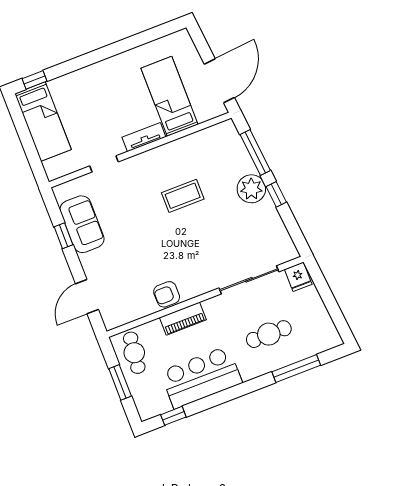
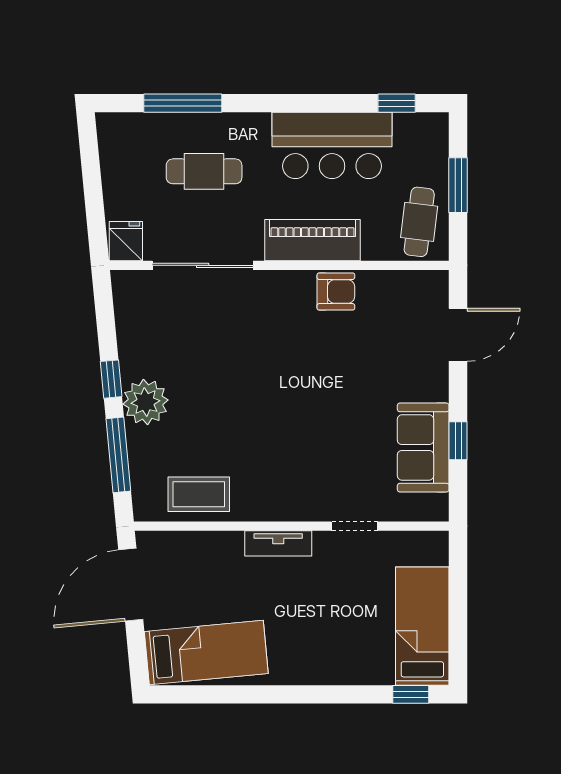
bed: (170, 96) -> (206, 652), moved, turned -95
coffee table: (183, 196) -> (199, 494), moved
piano: (183, 319) -> (313, 240), width x1.37, depth x1.33

